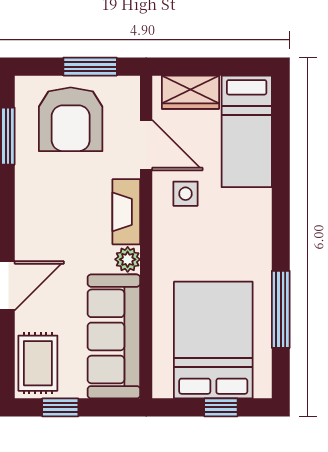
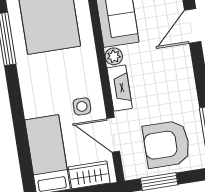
armchair: (71, 119) -> (167, 144), turned -90

